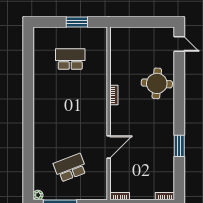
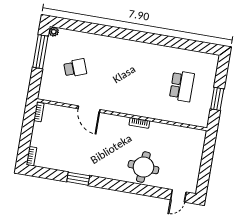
school desk: (70, 168) -> (75, 68), width x0.54

